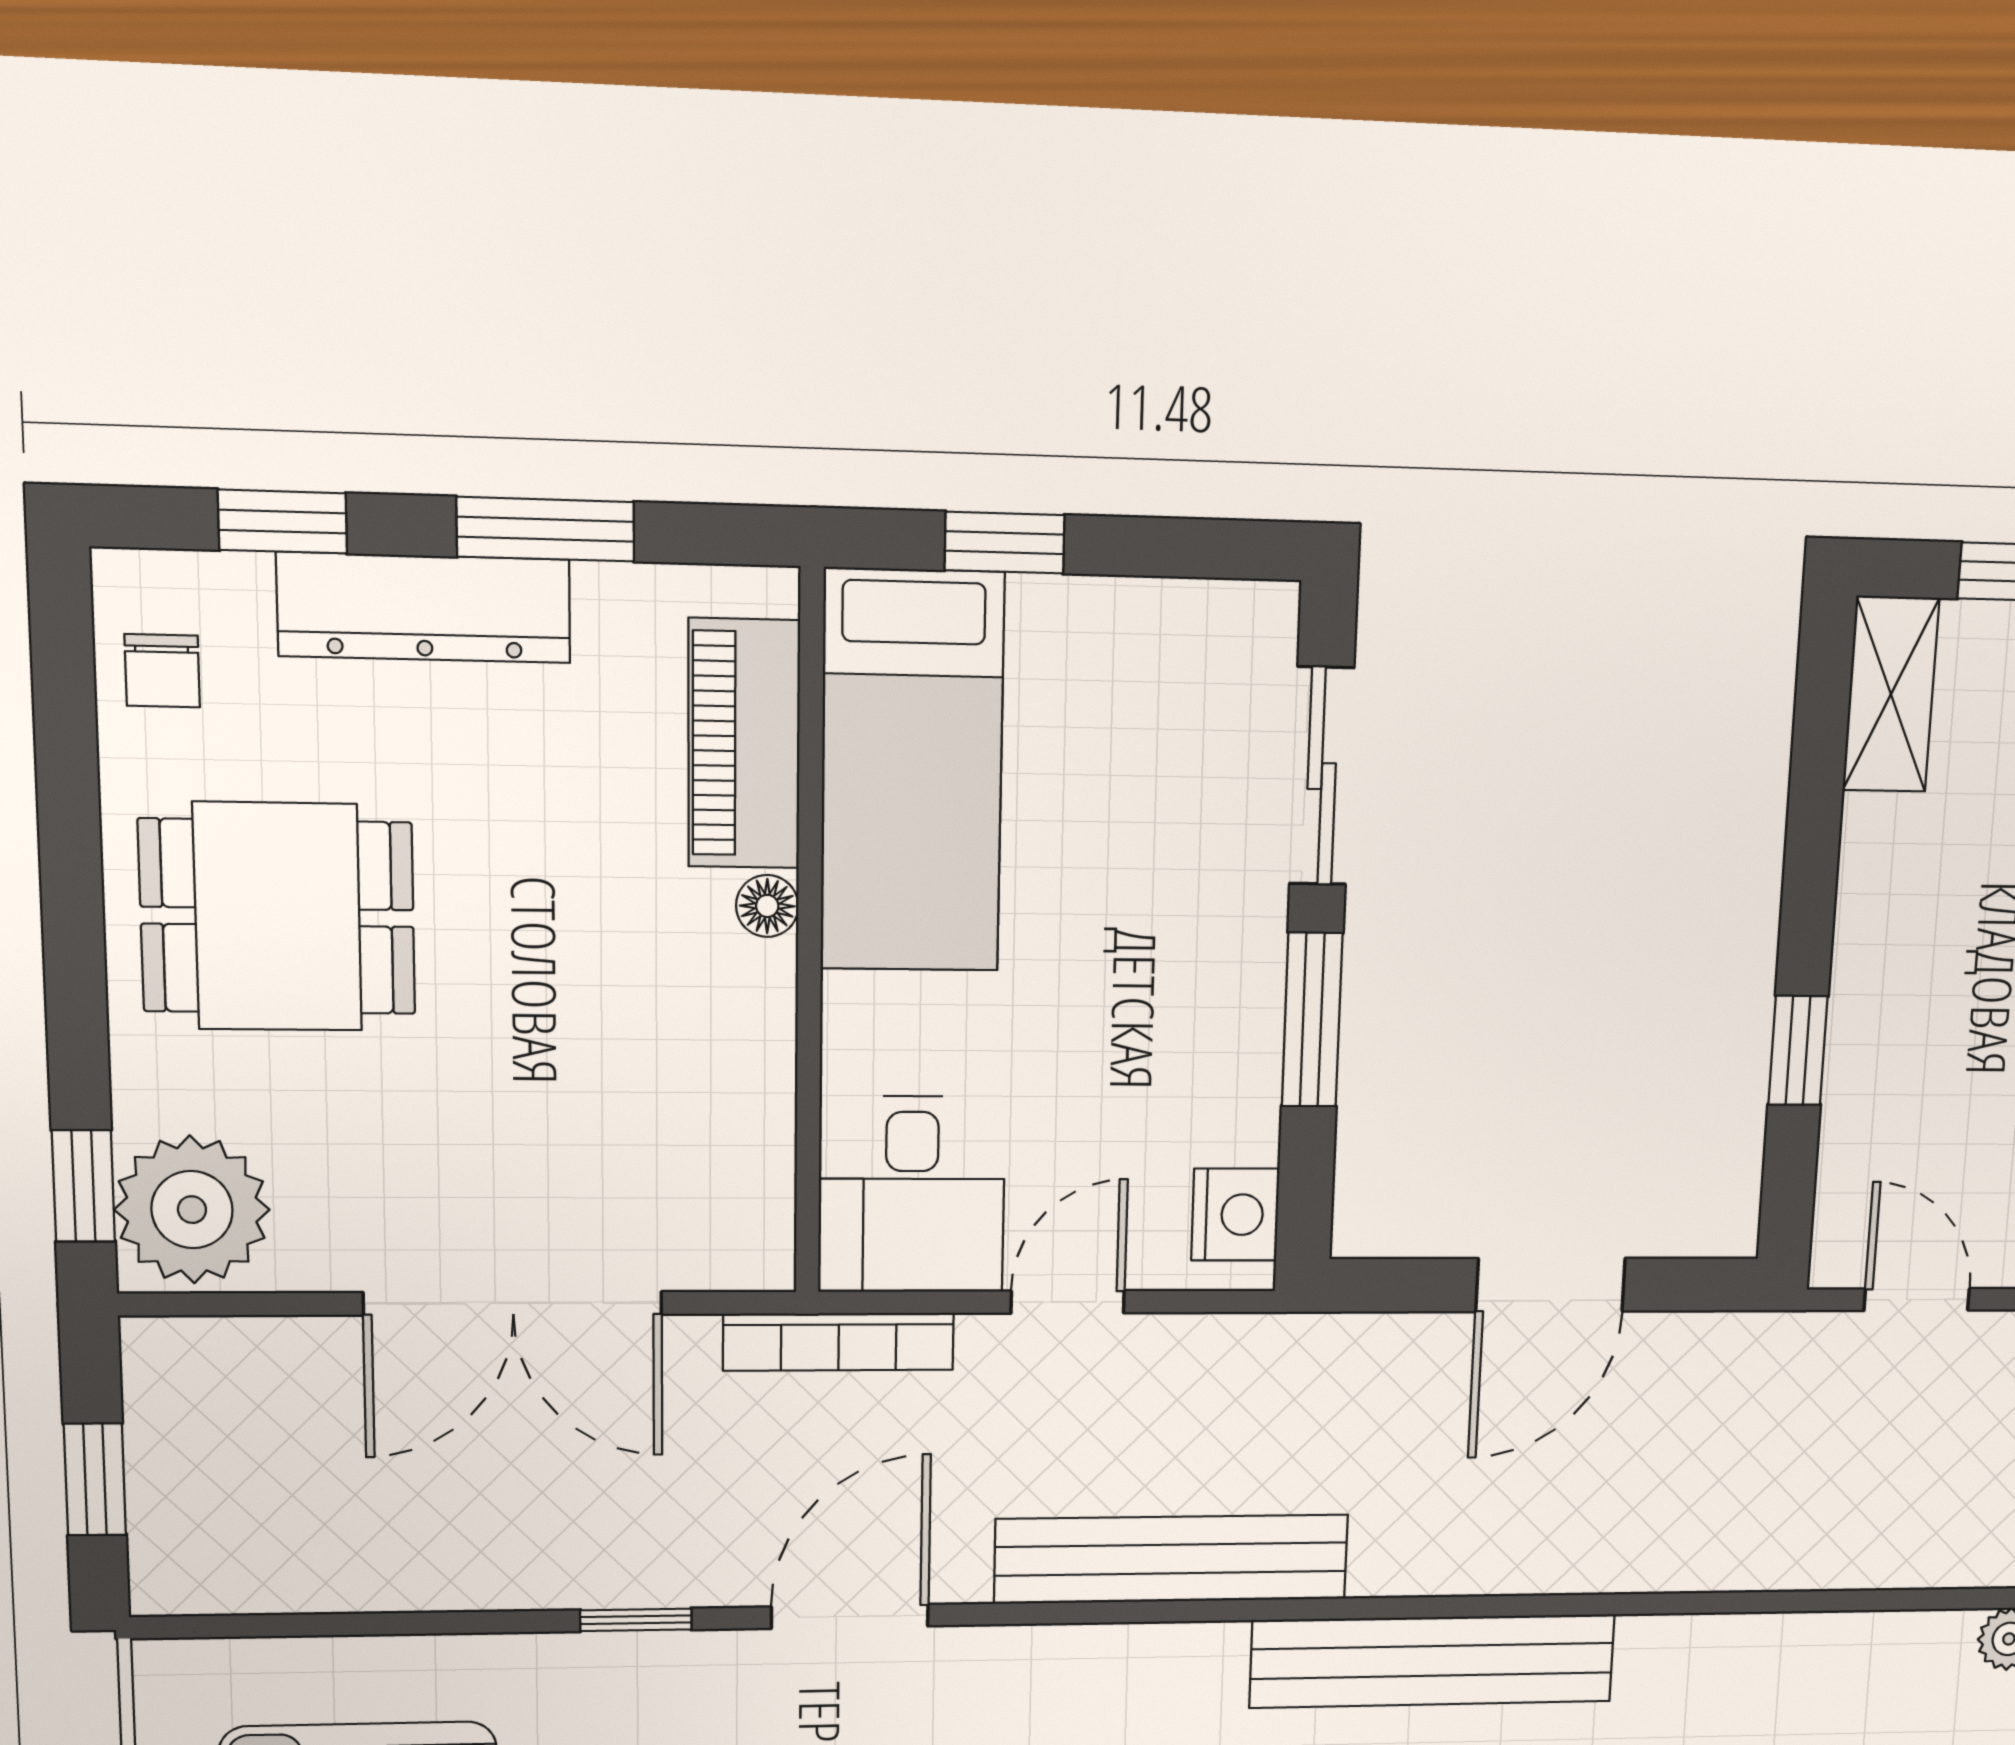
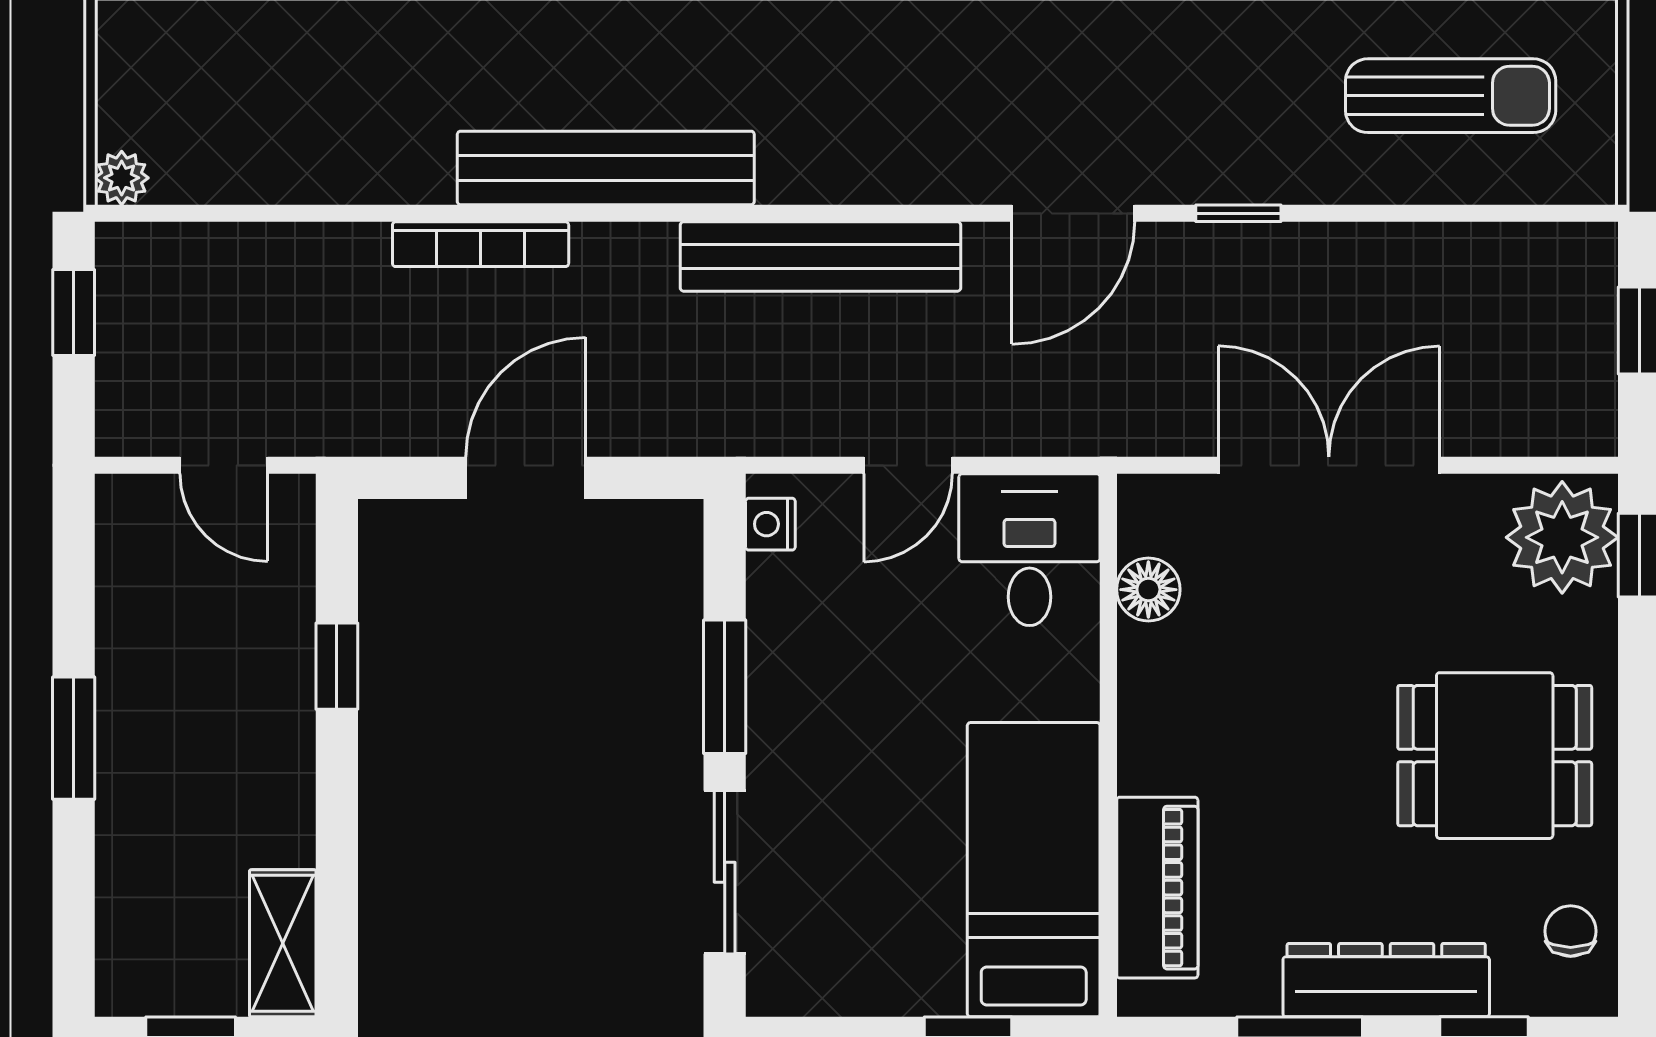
floor lamp: (767, 906) -> (1148, 590), moved, width x1.37, depth x1.37
nightstand: (1235, 1215) -> (770, 524), width x0.72, depth x0.74
bookcase: (839, 1342) -> (481, 244), moved, turned 180

